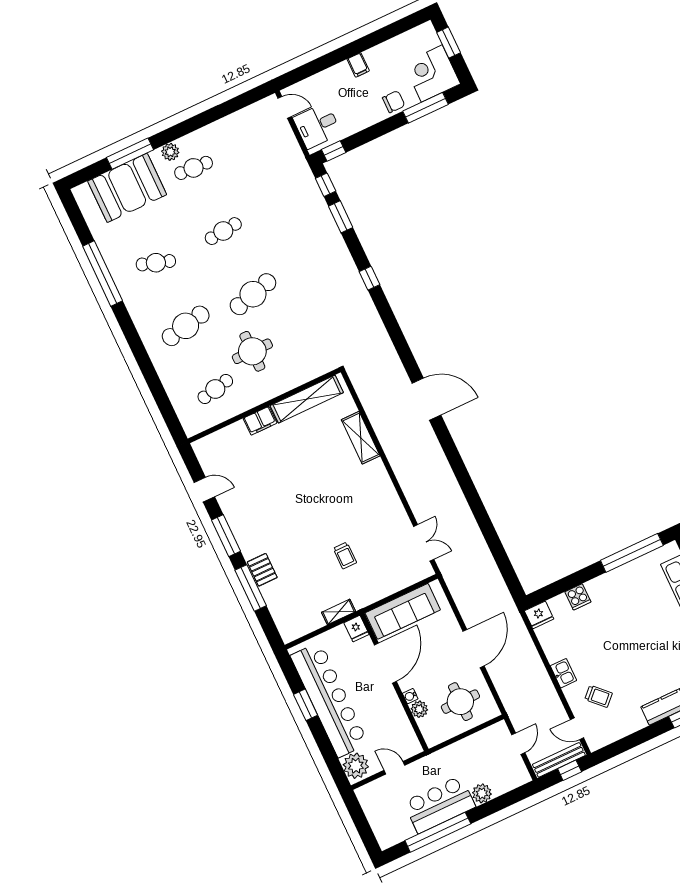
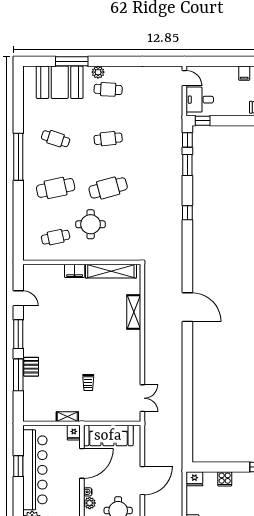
window: (103, 273) -> (18, 157), moved

